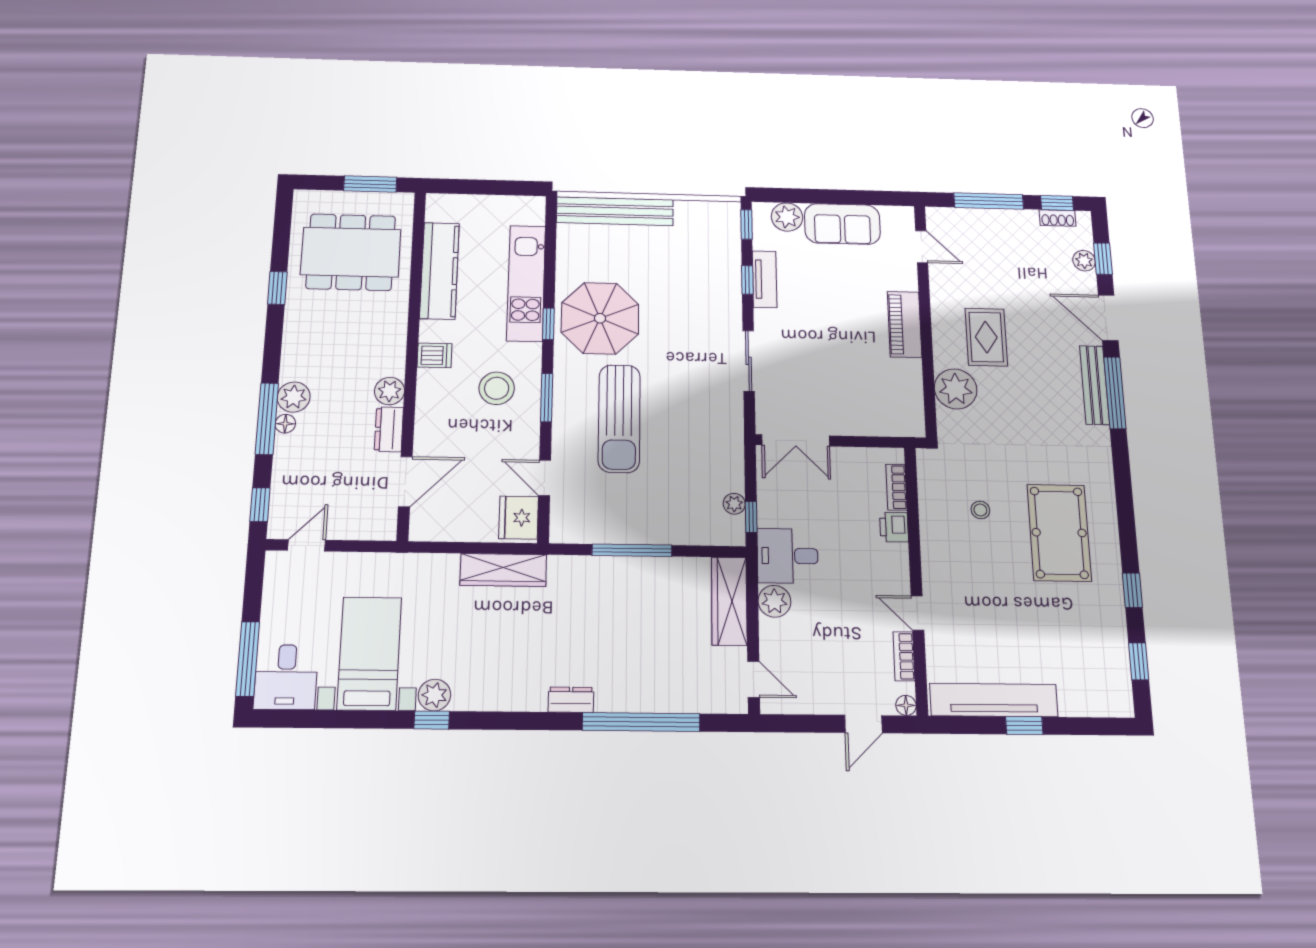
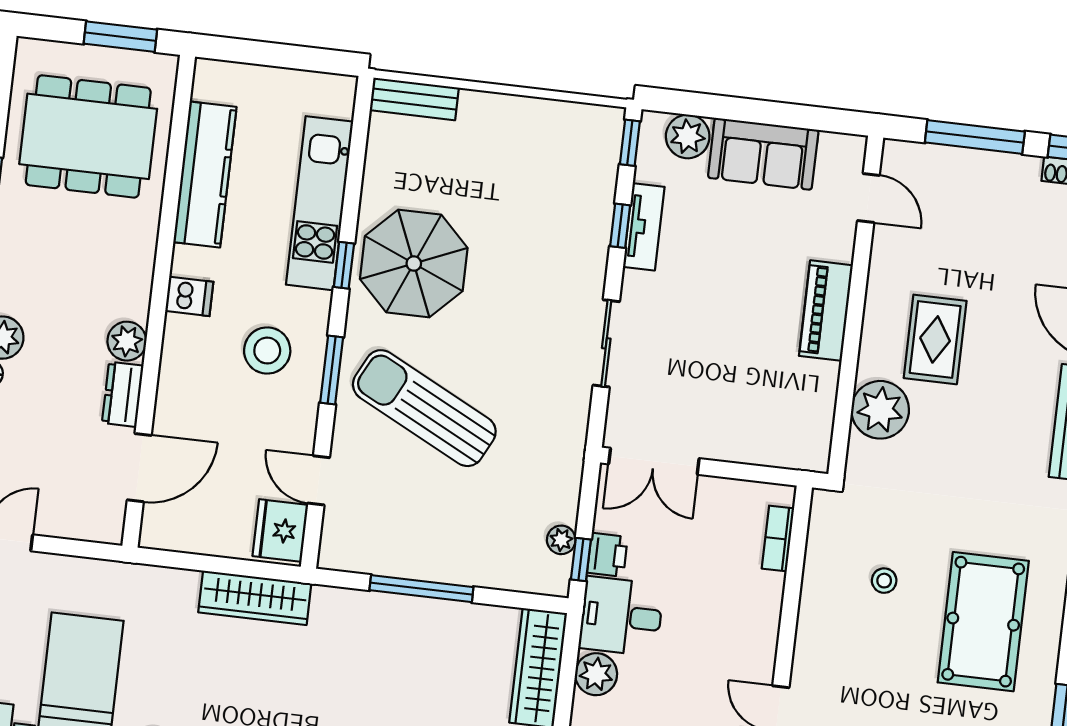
bench: (615, 211) -> (414, 99), width x0.54, depth x0.82
sun lounger: (619, 418) -> (424, 408), turned 117
printer: (894, 527) -> (607, 555), moved, turned 180

